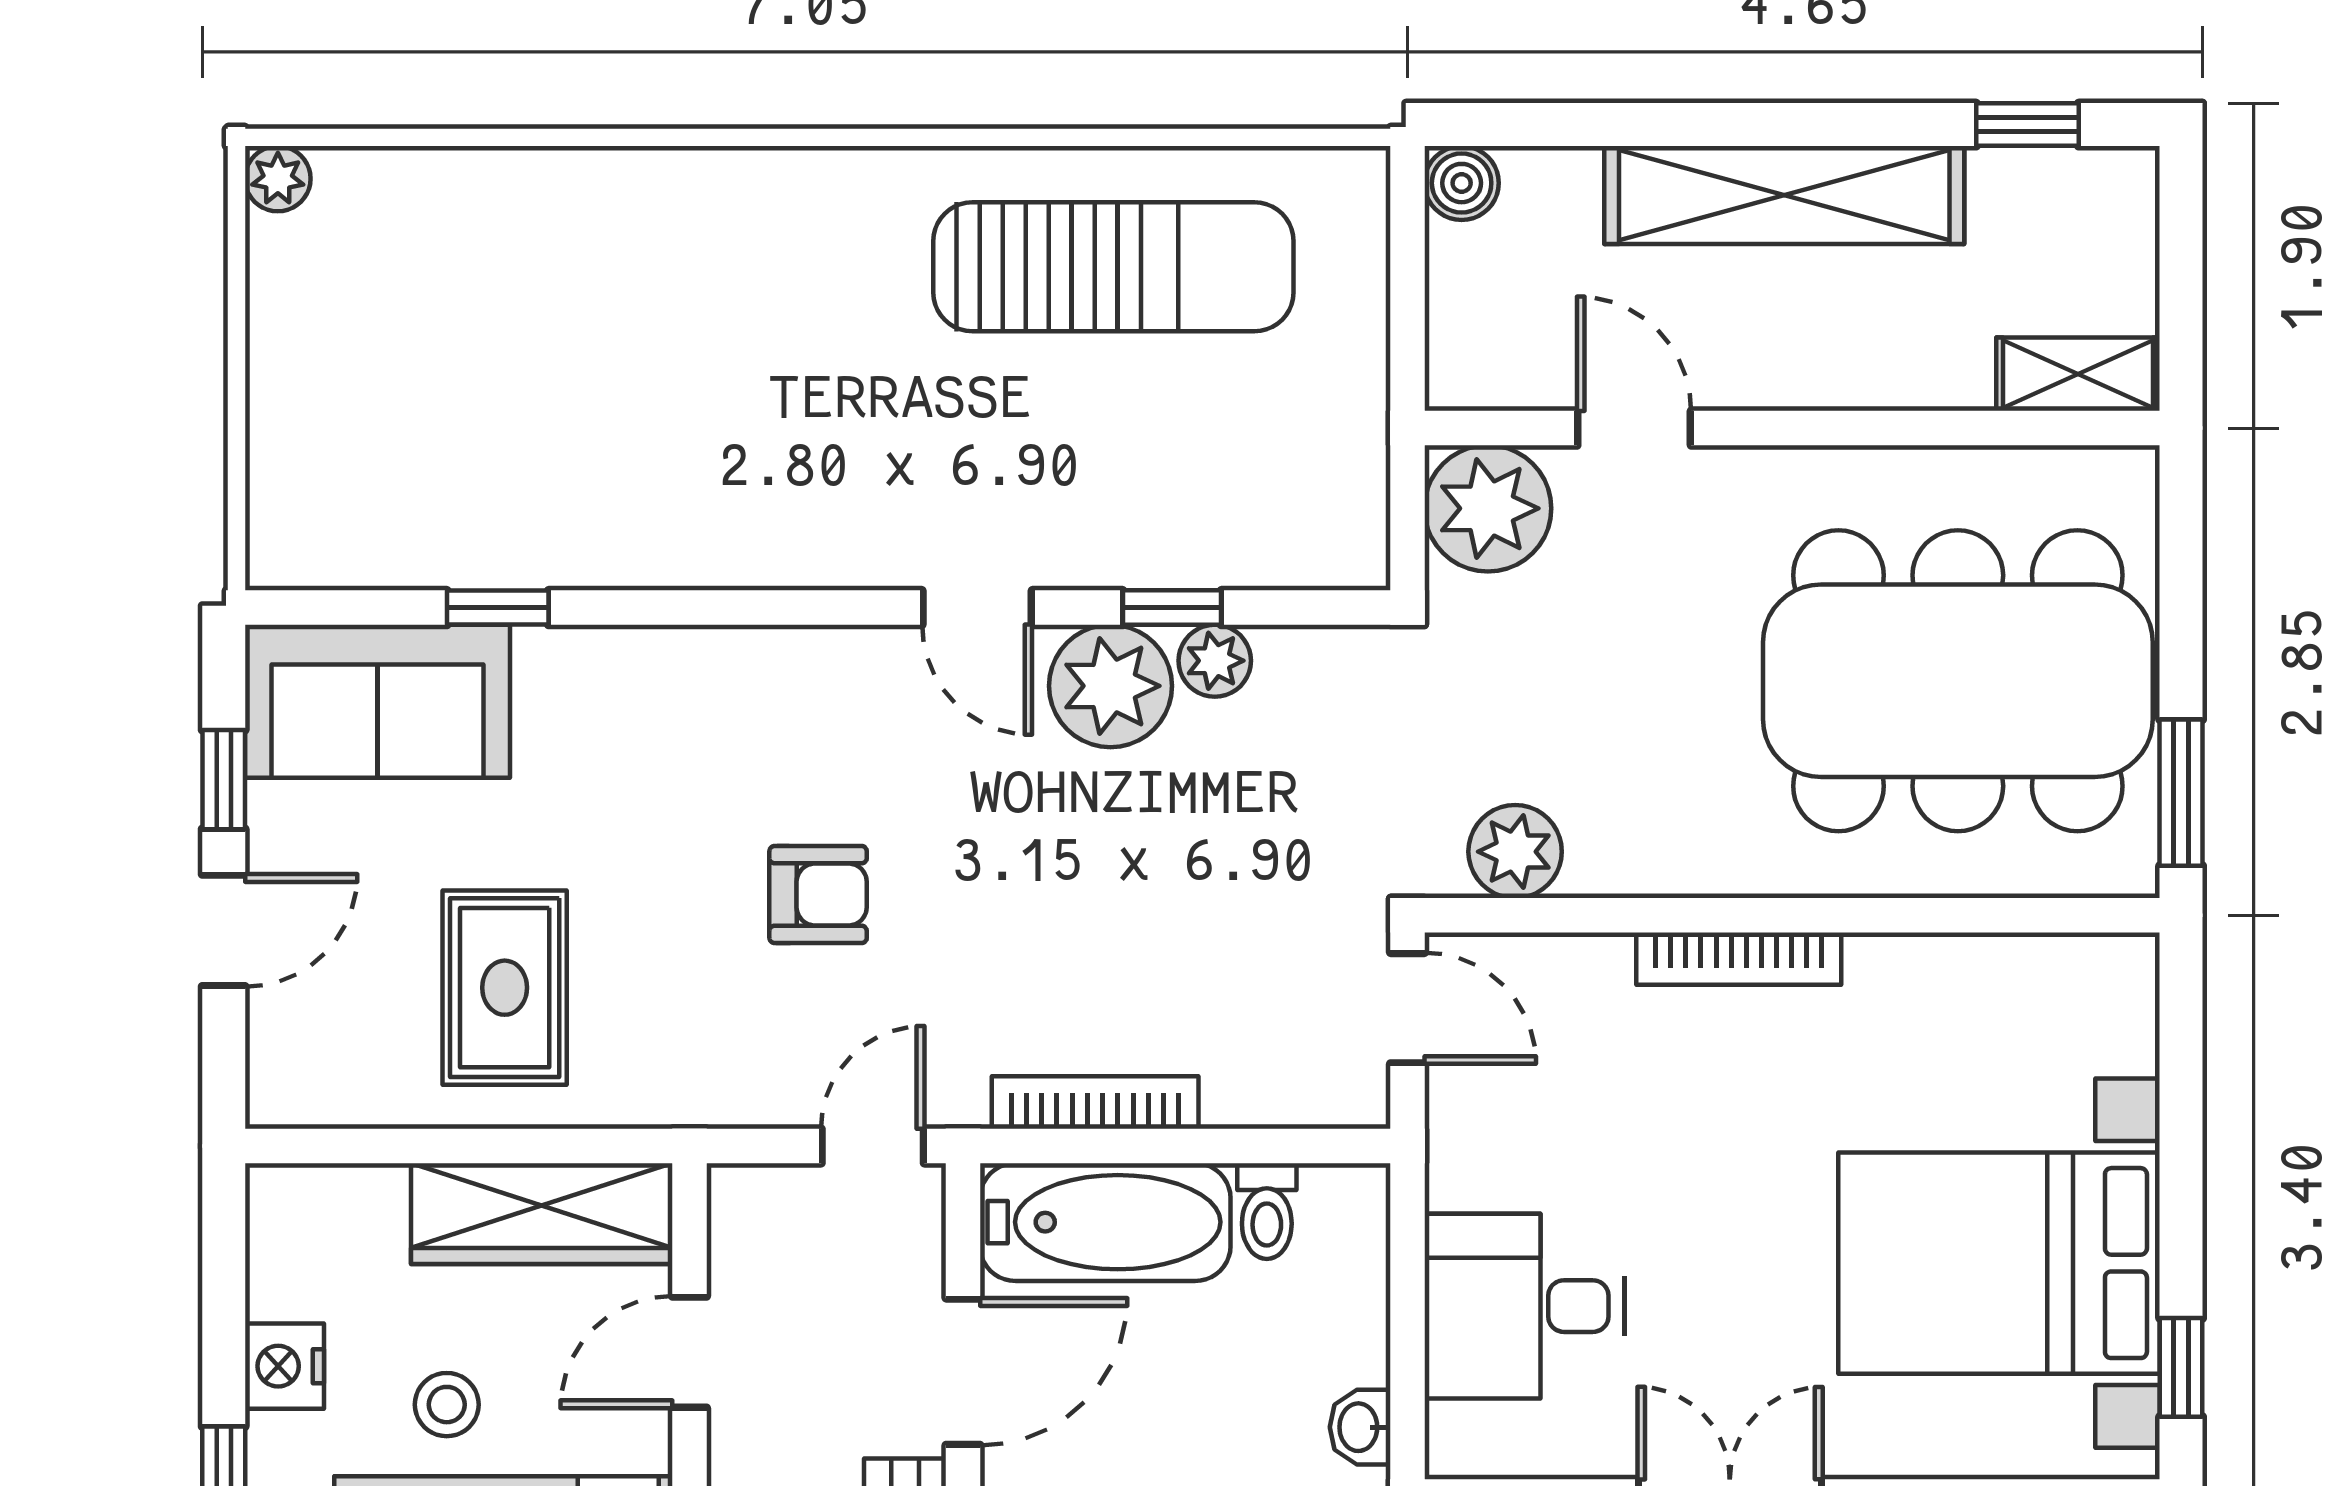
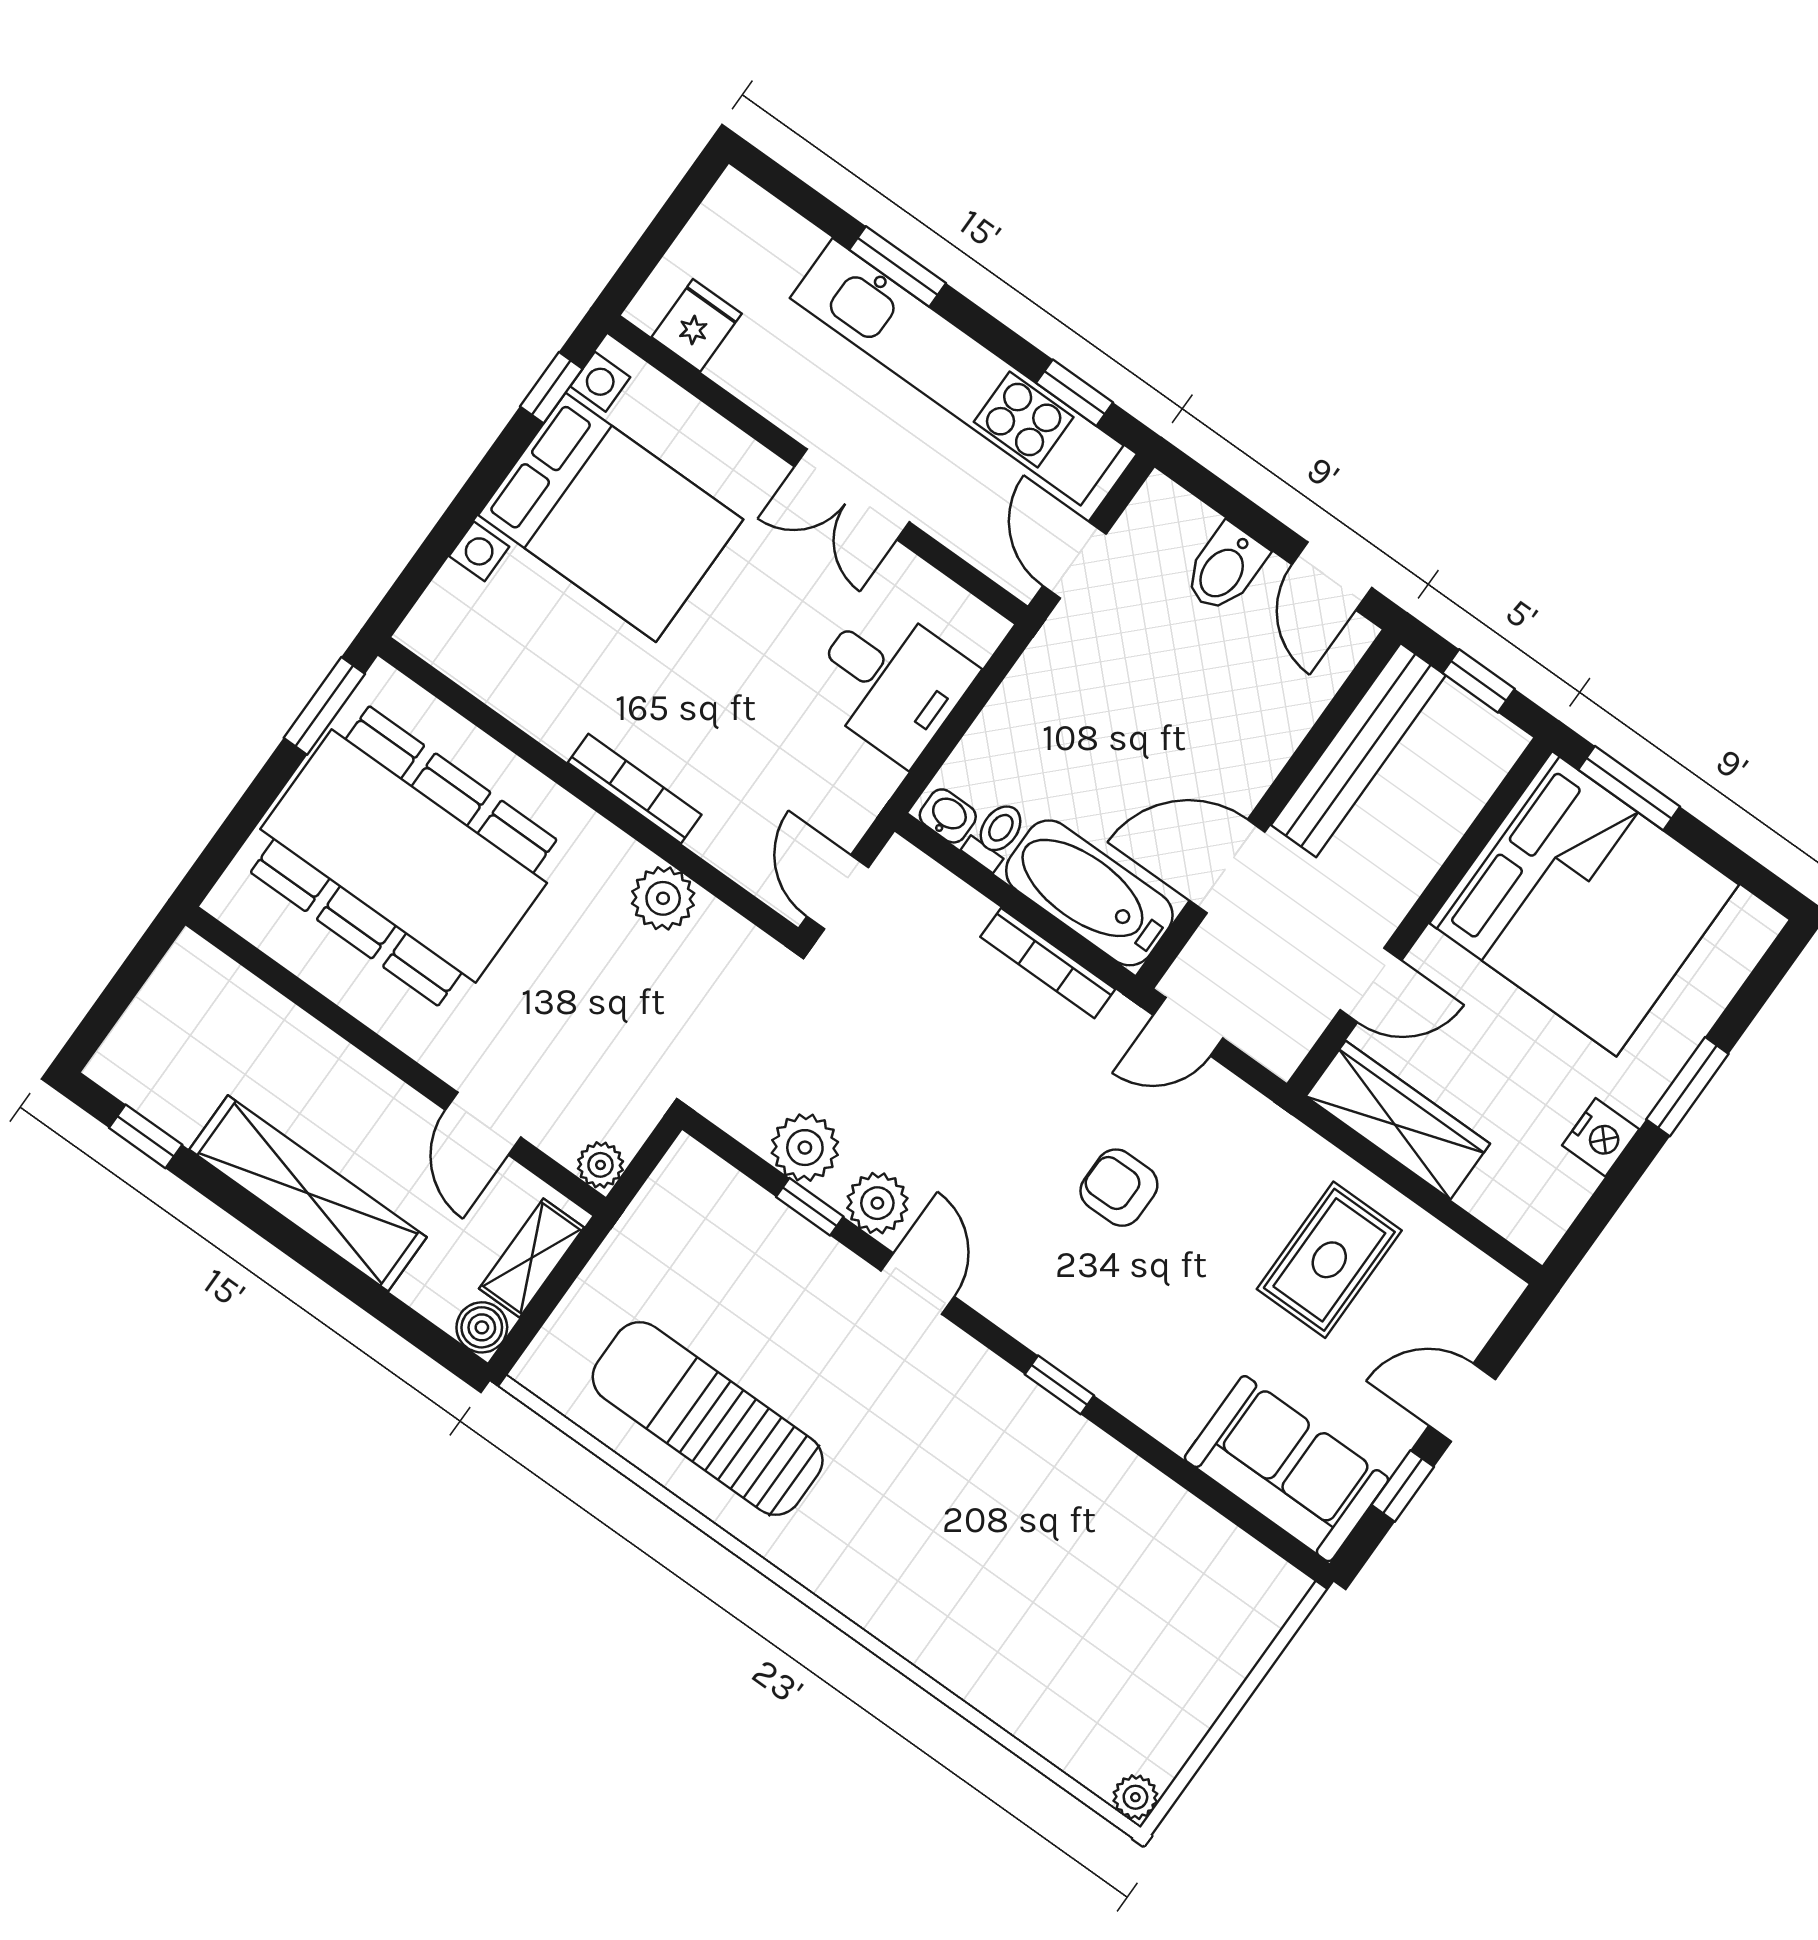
shelving: (2078, 374) -> (532, 1258), moved, turned 90
plant: (1488, 508) -> (600, 1165), width x0.53, depth x0.53
window: (498, 608) -> (1059, 1385), moved
plant: (1215, 661) -> (805, 1148), width x1.38, depth x1.38
plant: (1110, 686) -> (877, 1203), width x0.73, depth x0.73
plant: (1515, 852) -> (663, 898), moved
stool: (447, 1405) -> (1526, 1052), removed
washbasin: (1360, 1427) -> (948, 816), moved, turned -90

